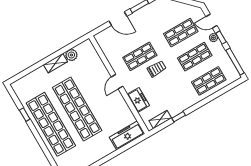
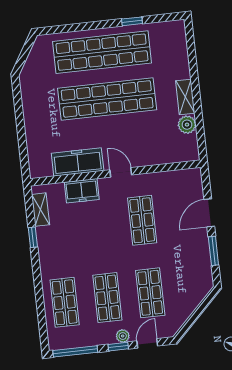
trolley: (157, 69) -> (114, 236), removed
freezer: (127, 135) -> (78, 162), moved, turned -90

